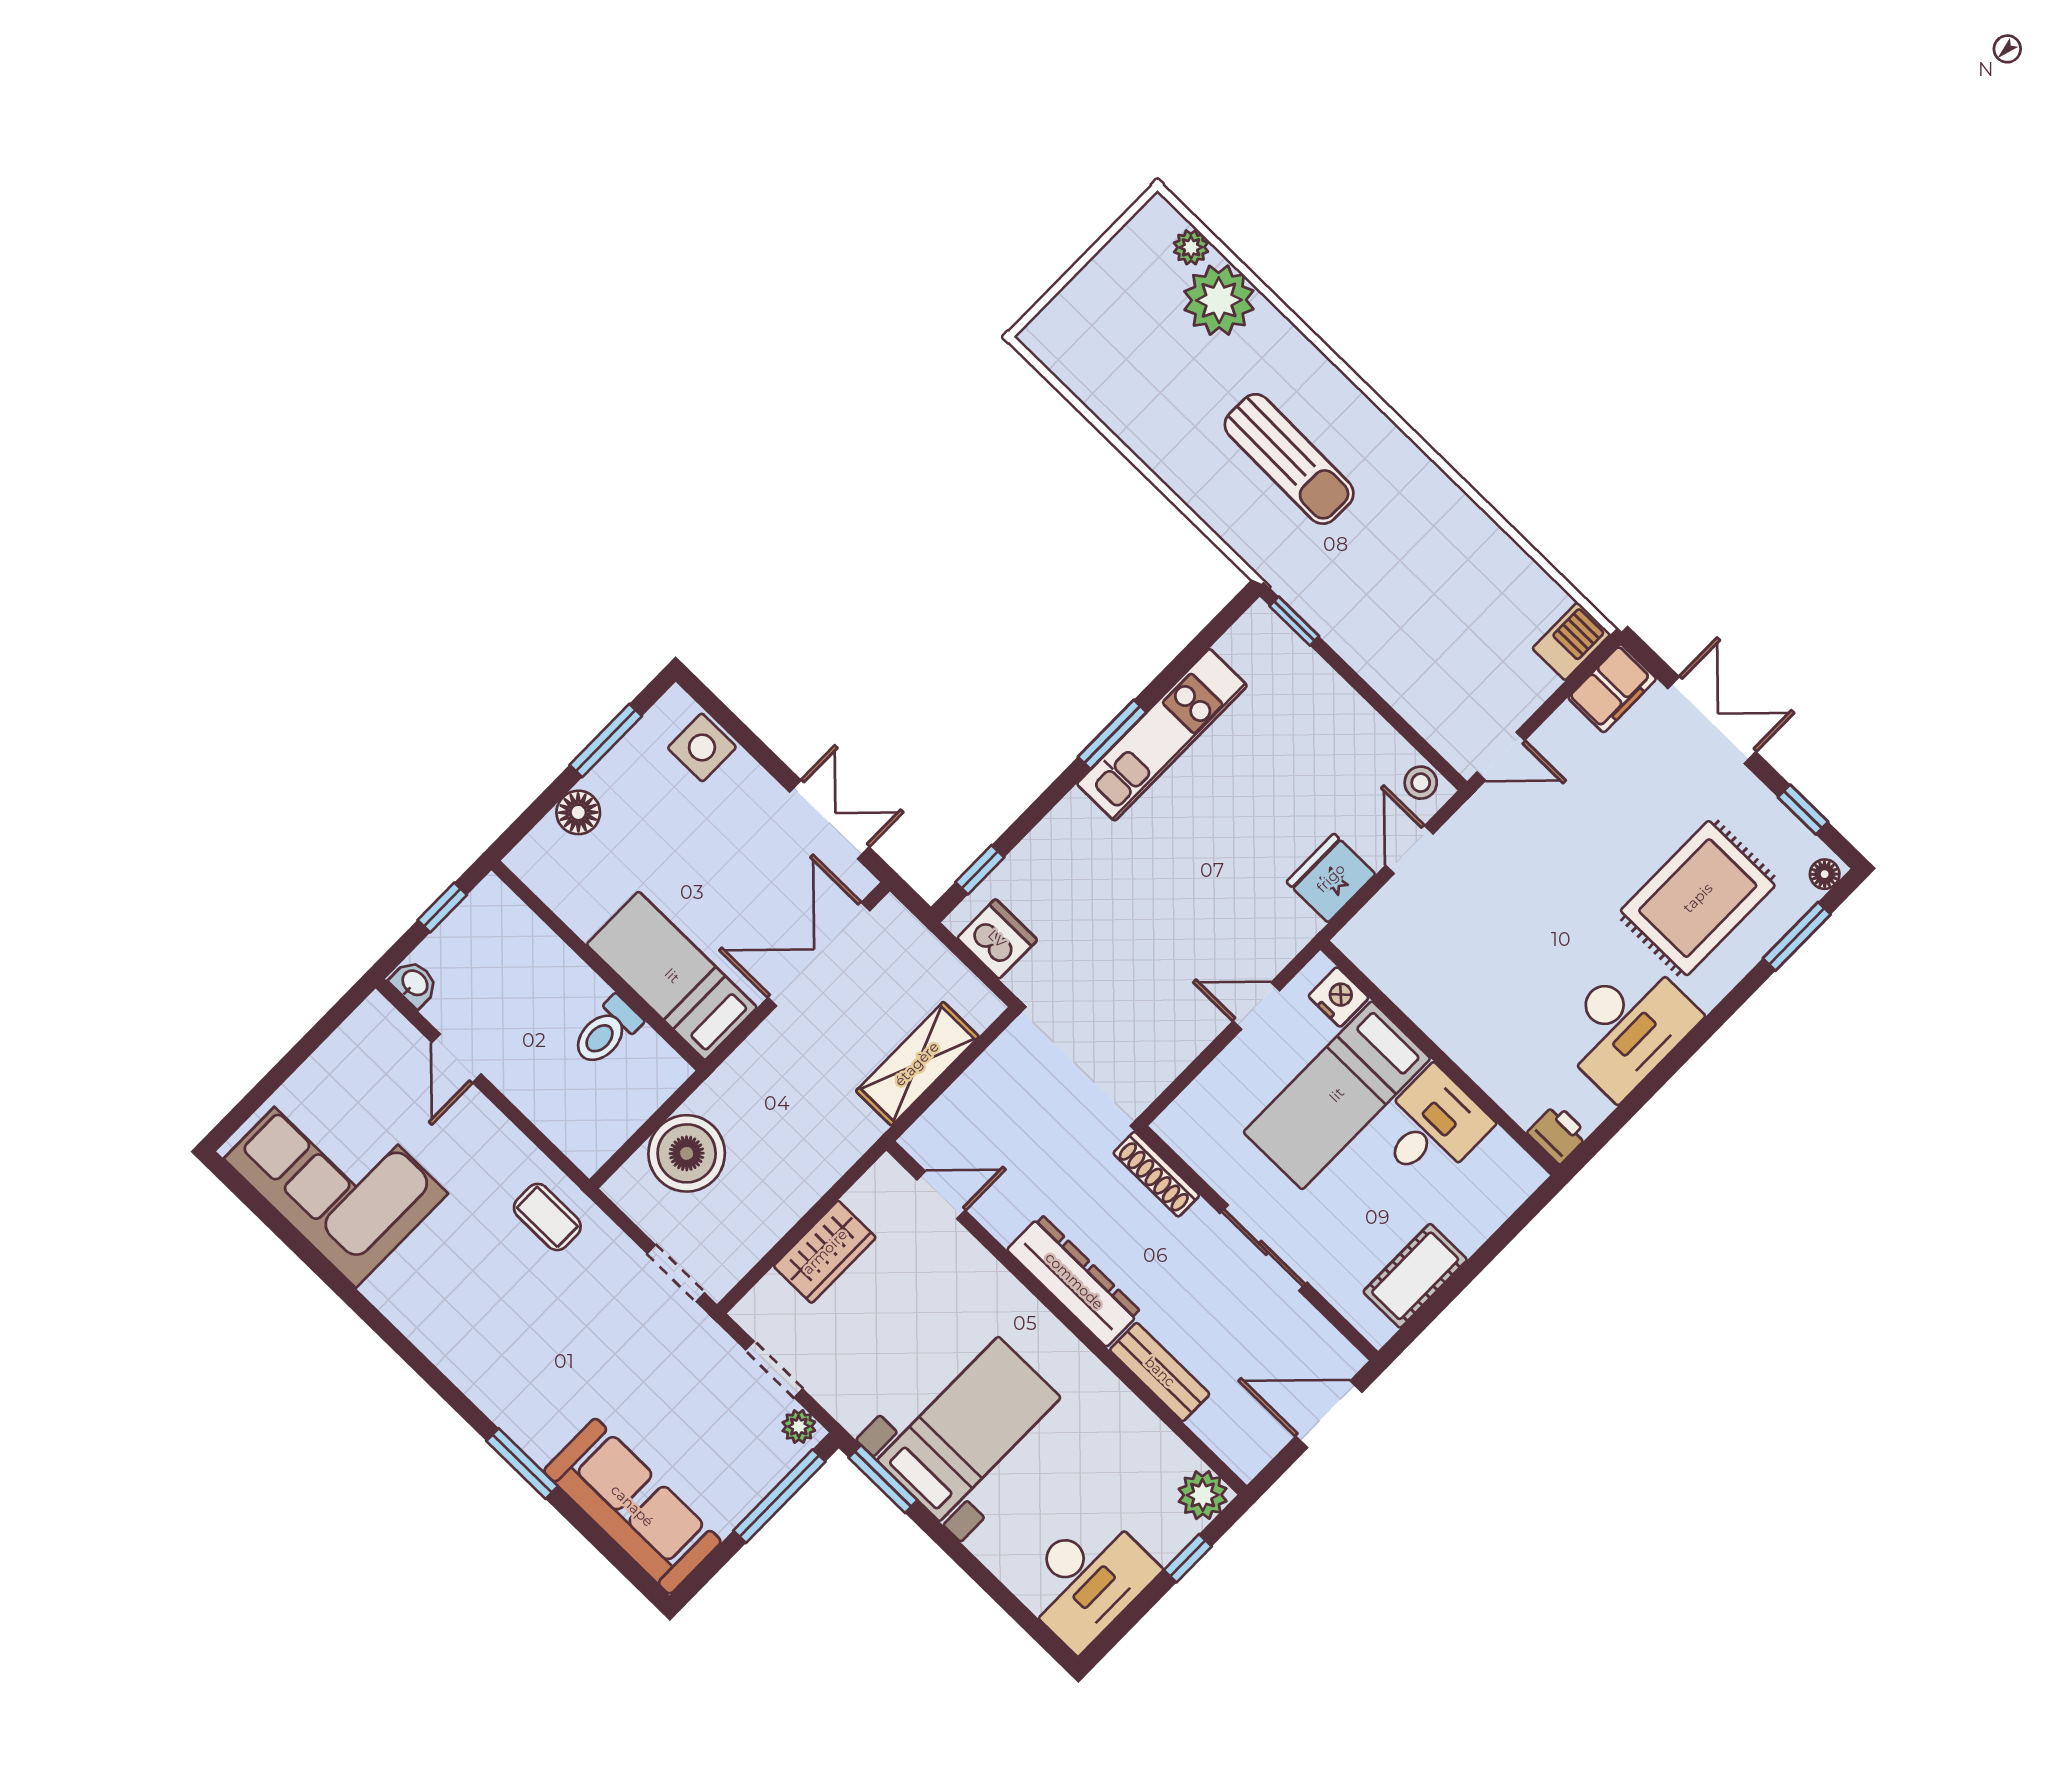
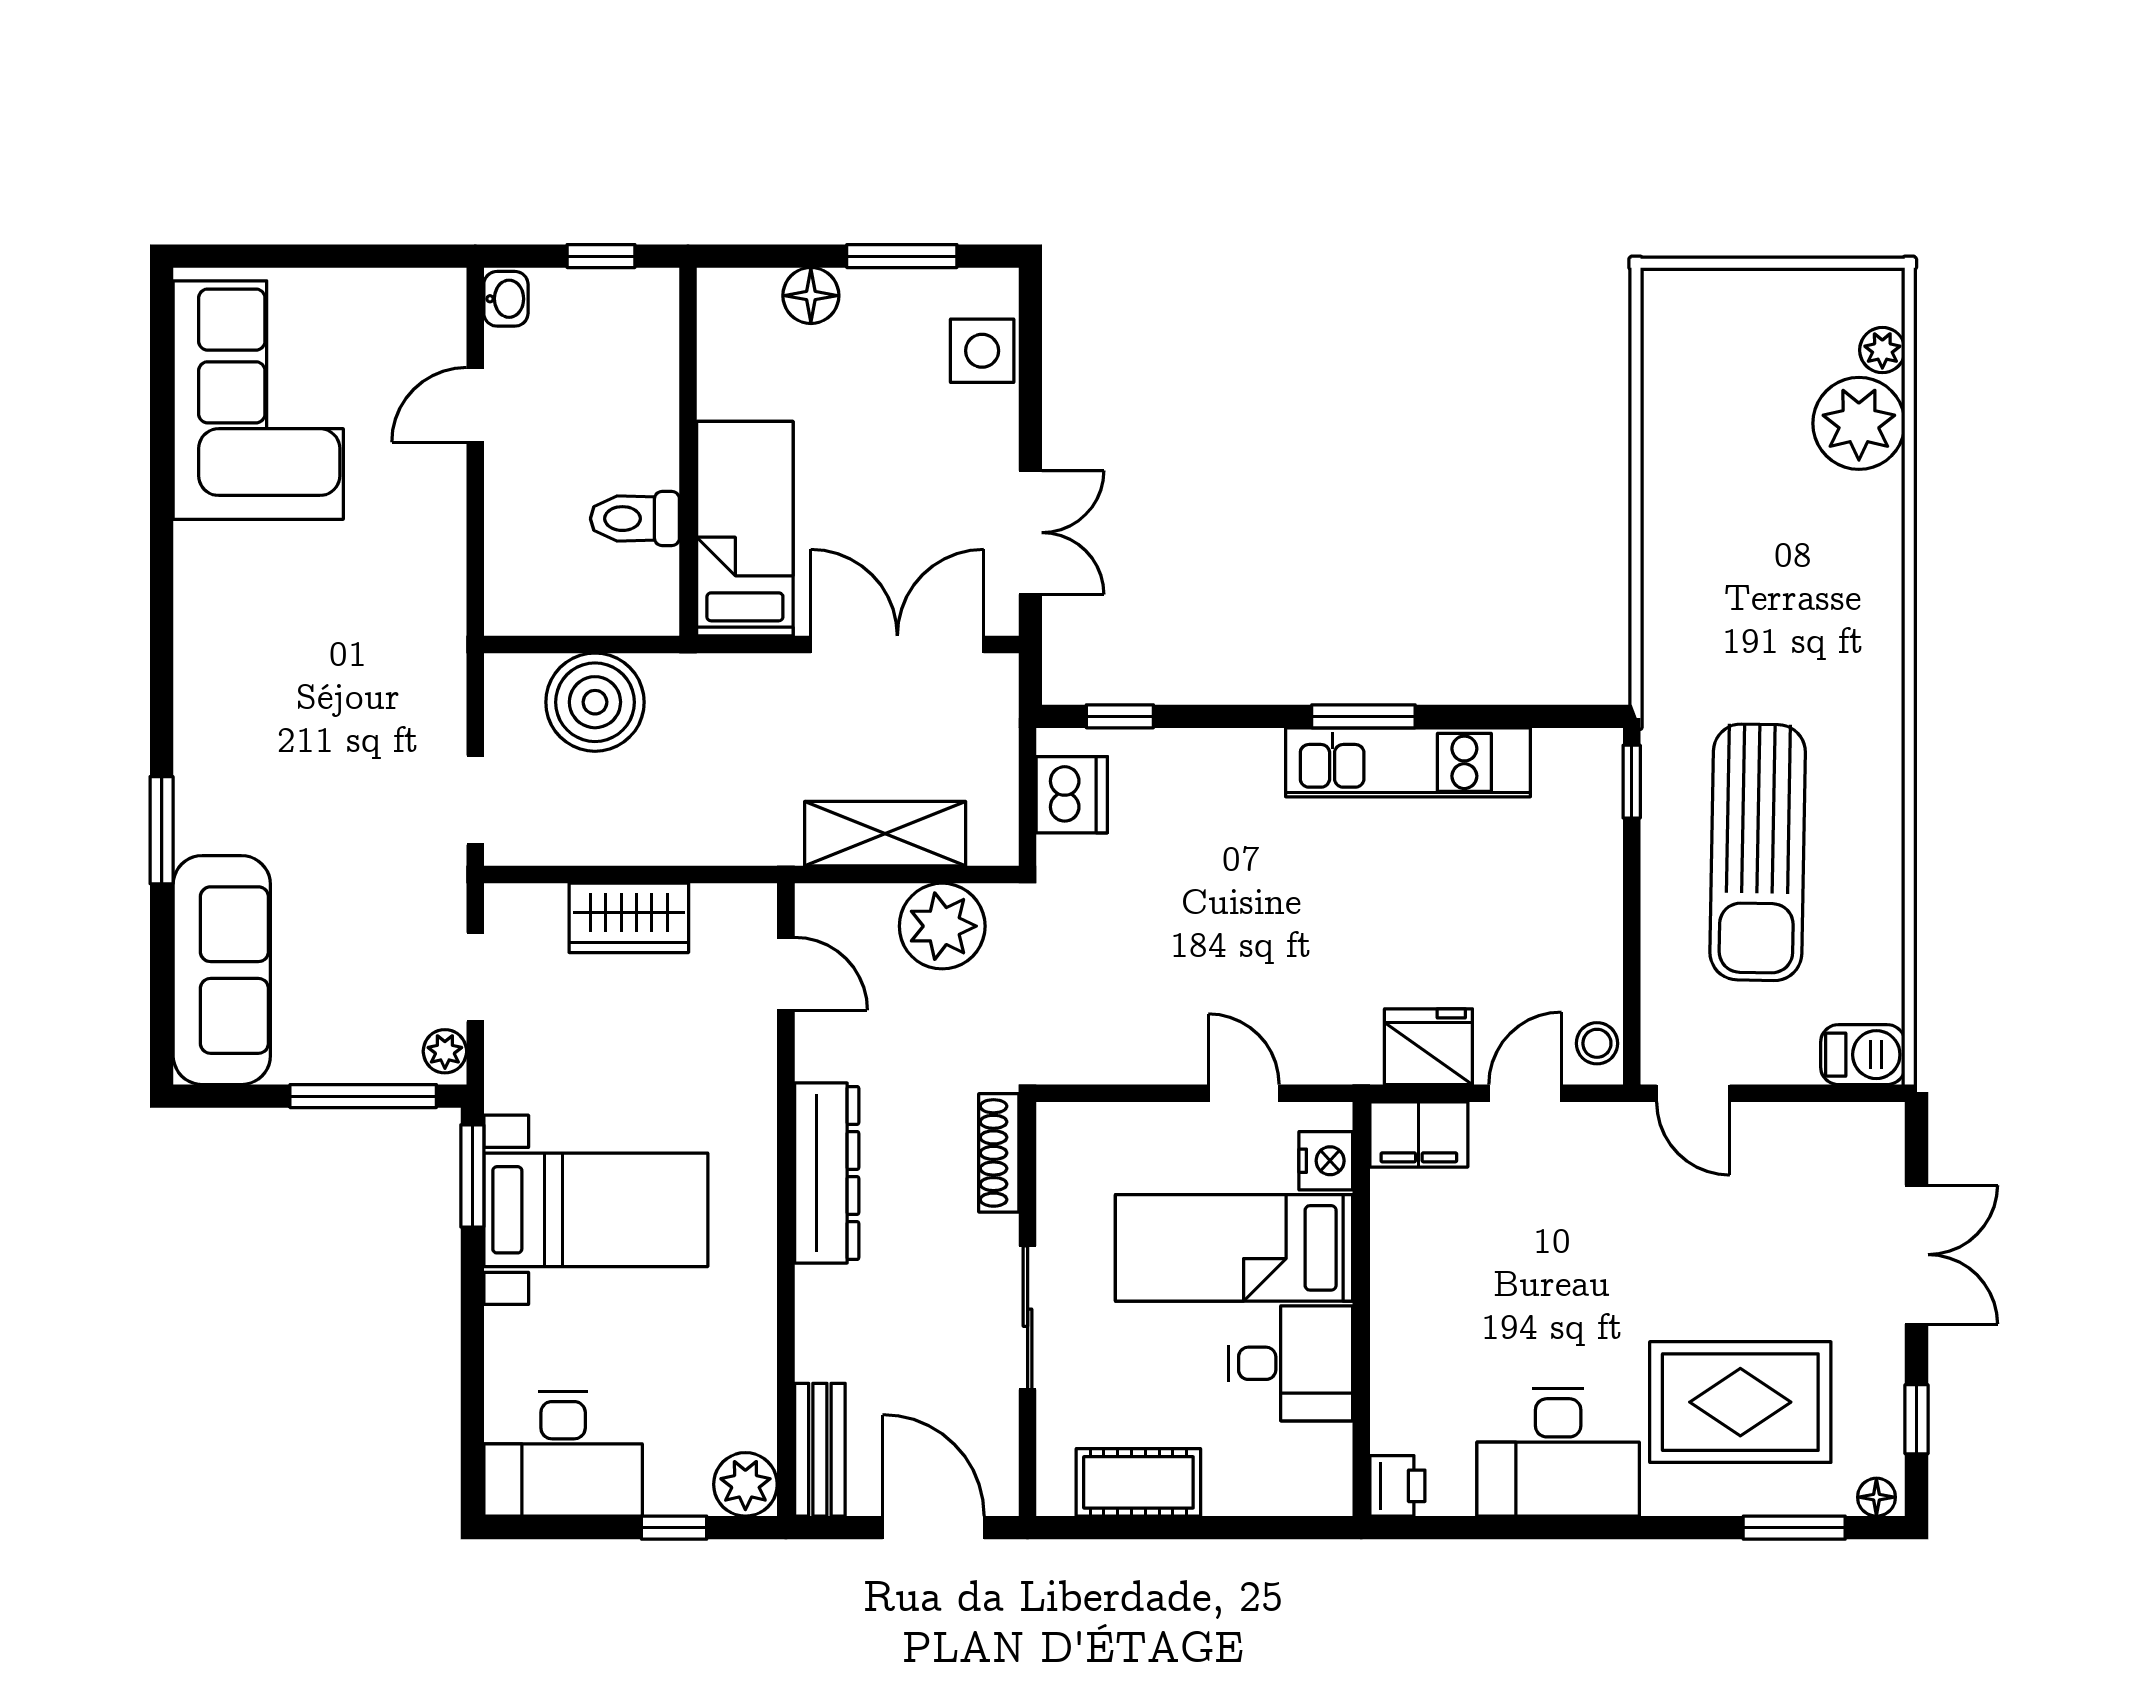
sun lounger: (1289, 459) -> (1758, 852), moved, width x1.36, depth x1.34
filing cabinet: (1612, 688) -> (1419, 1134), moved
plant: (1000, 1082) -> (942, 926), added
coffee table: (547, 1217) -> (411, 631), removed
bench: (1160, 1372) -> (820, 1450), moved

